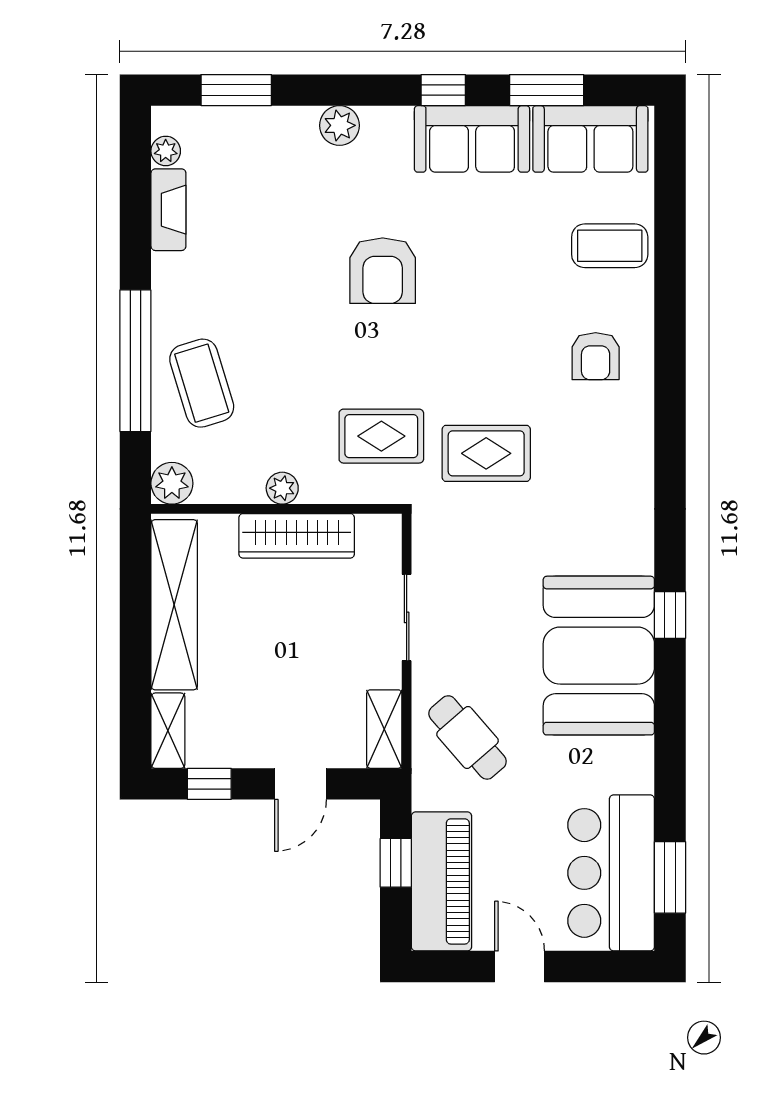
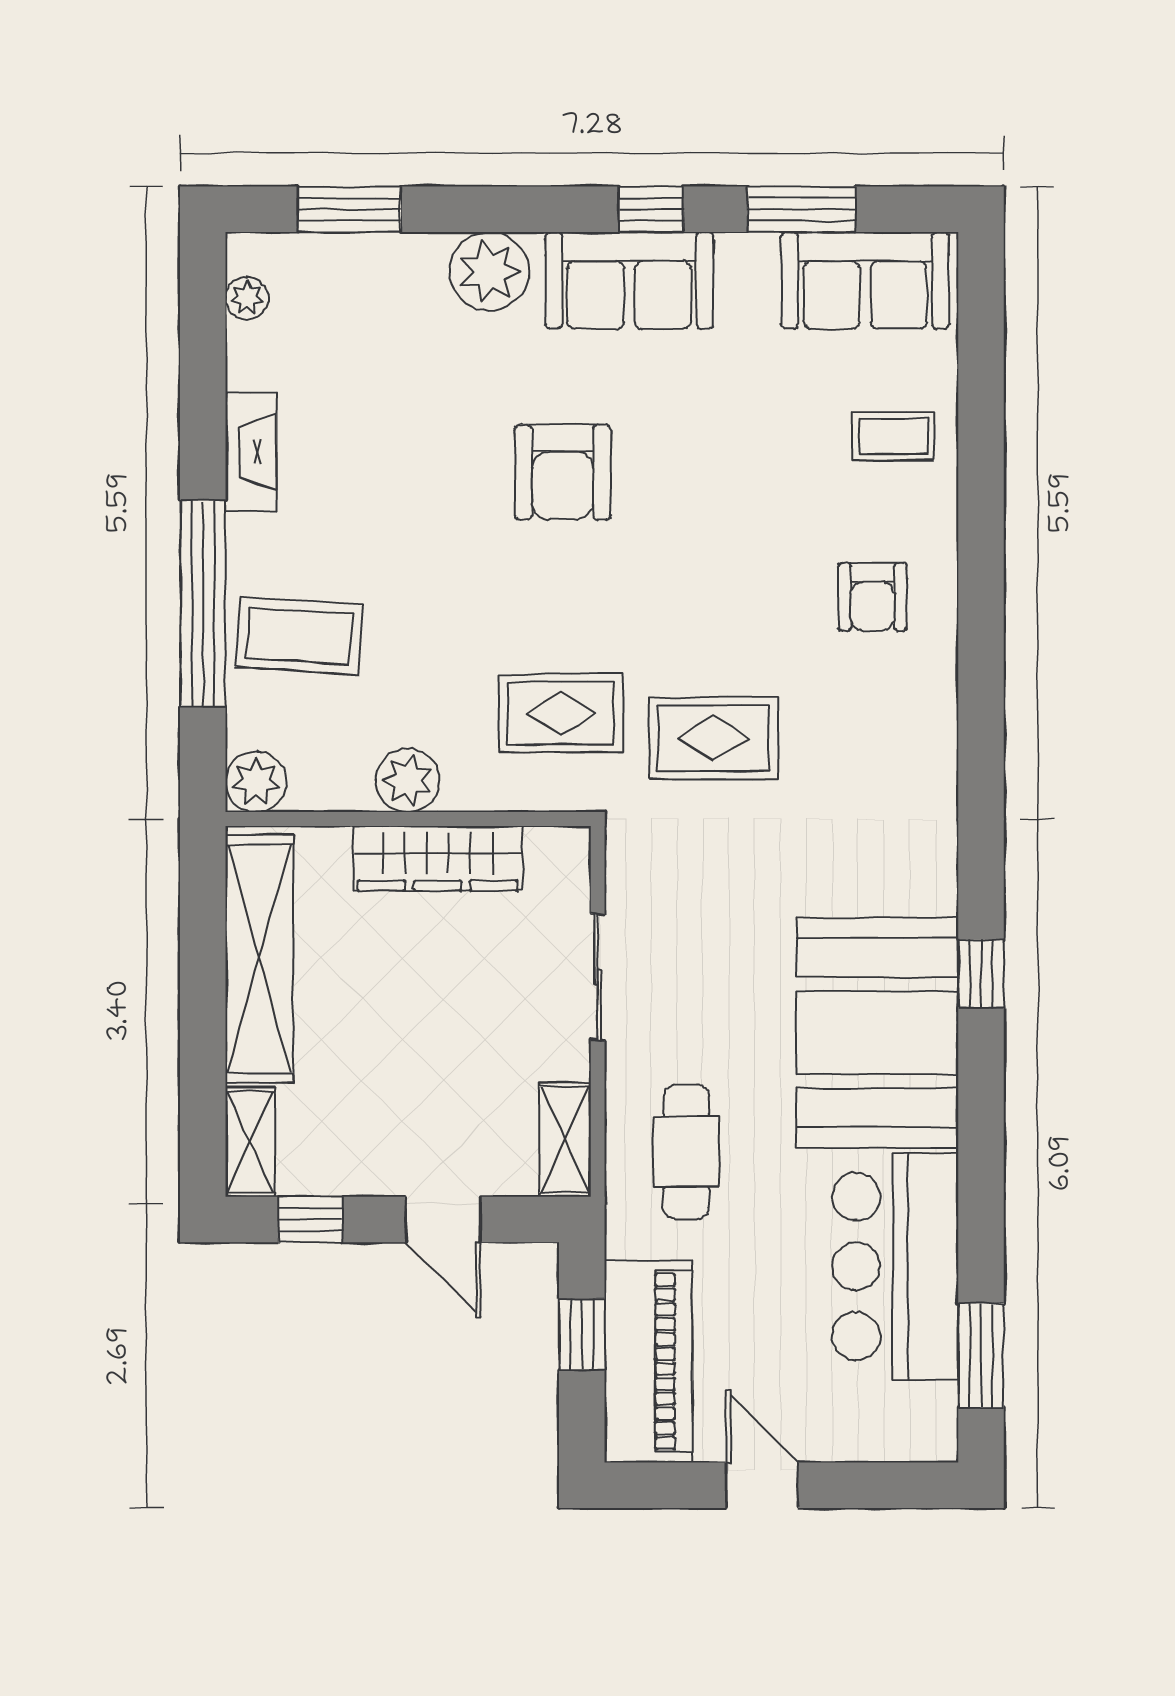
plant: (339, 125) -> (489, 271), width x1.36, depth x1.36
sofa: (472, 139) -> (629, 280), moved
fireplace: (168, 210) -> (251, 452), moved
coffee table: (610, 246) -> (893, 436), width x0.73, depth x0.77
coffee table: (202, 383) -> (299, 636), turned -69
plant: (282, 488) -> (408, 780), width x1.38, depth x1.38
cafe table: (468, 737) -> (686, 1152), turned 41
door: (301, 784) -> (443, 1219), hinge flipped
bar counter: (611, 873) -> (895, 1266), moved

